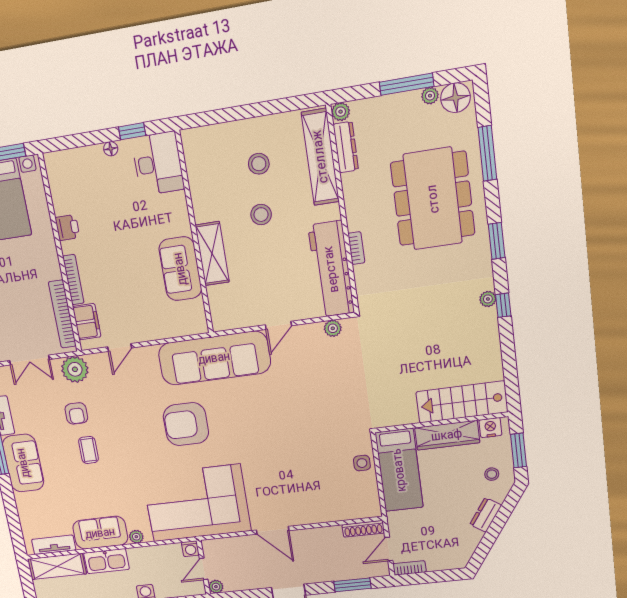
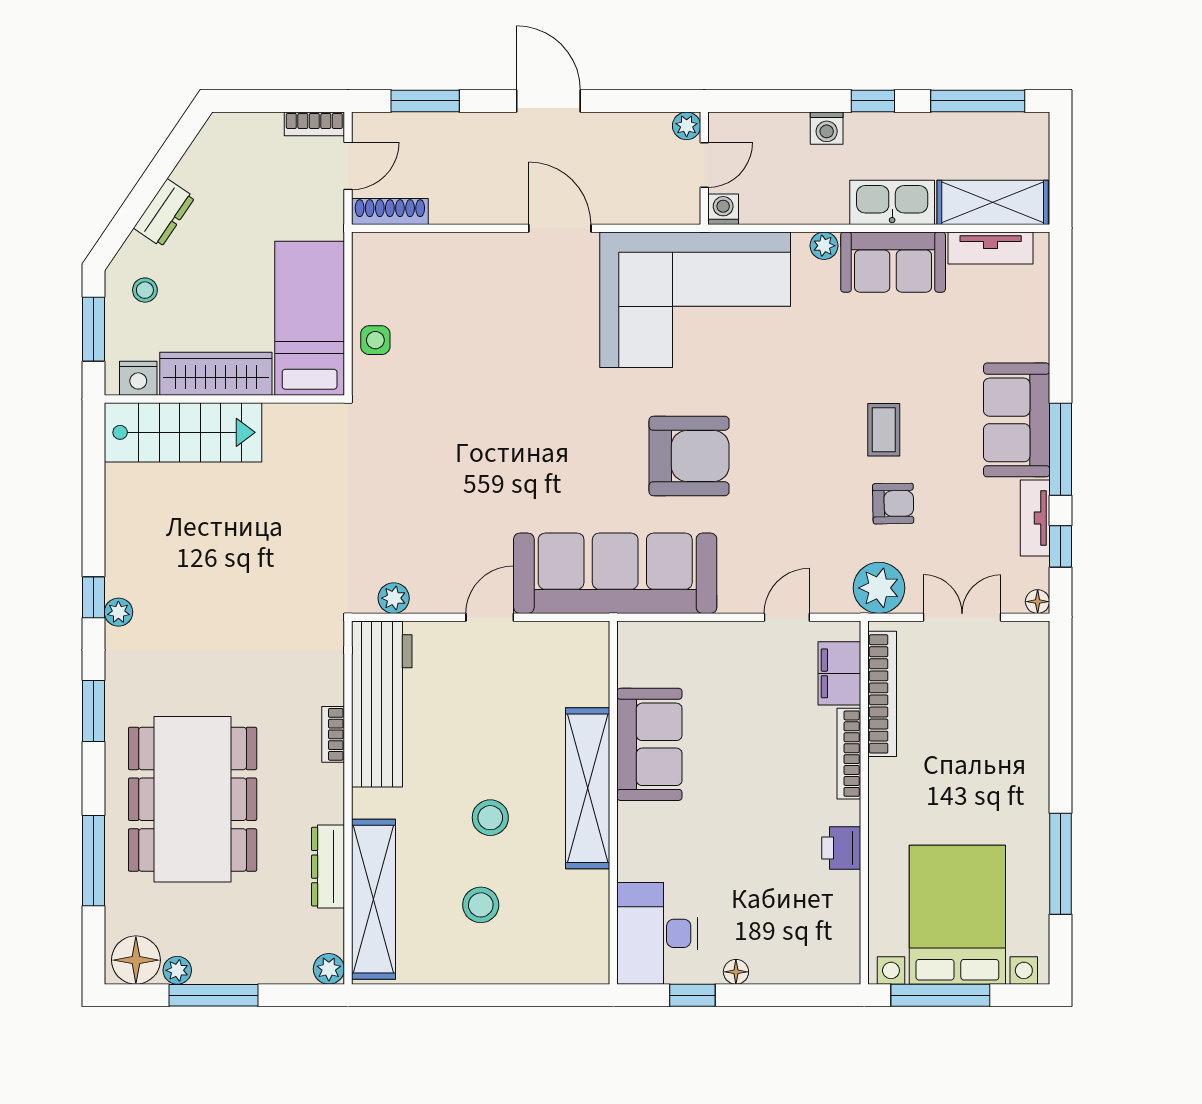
dresser: (346, 147) -> (328, 867), moved
shelving: (212, 254) -> (588, 788), width x1.47
armchair: (76, 413) -> (893, 504), turned 89

